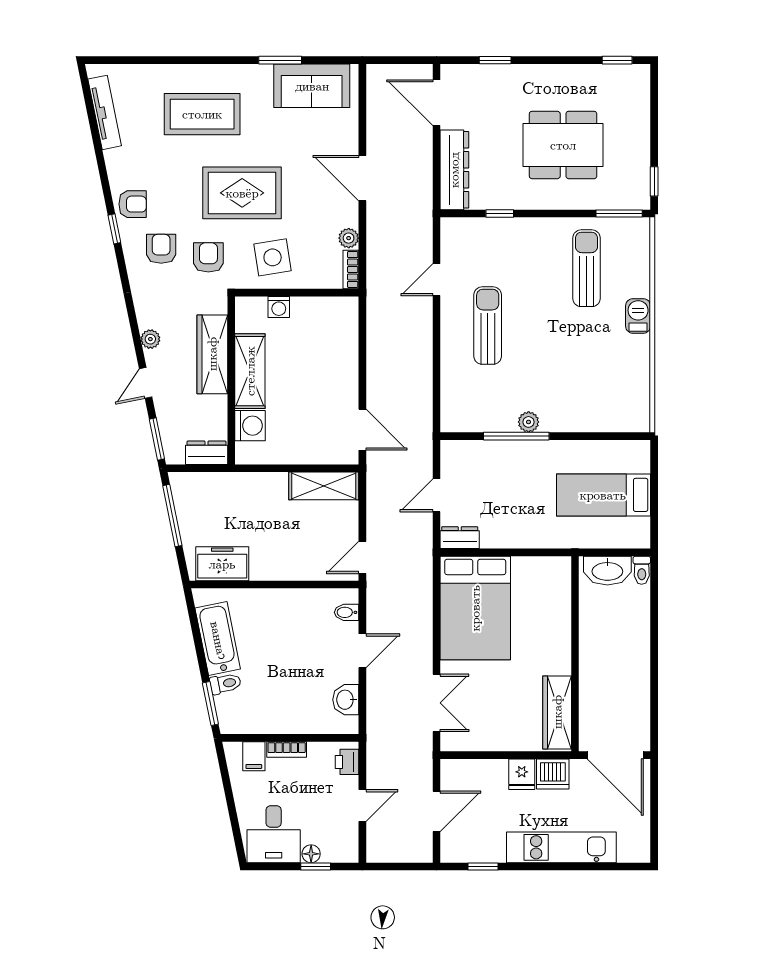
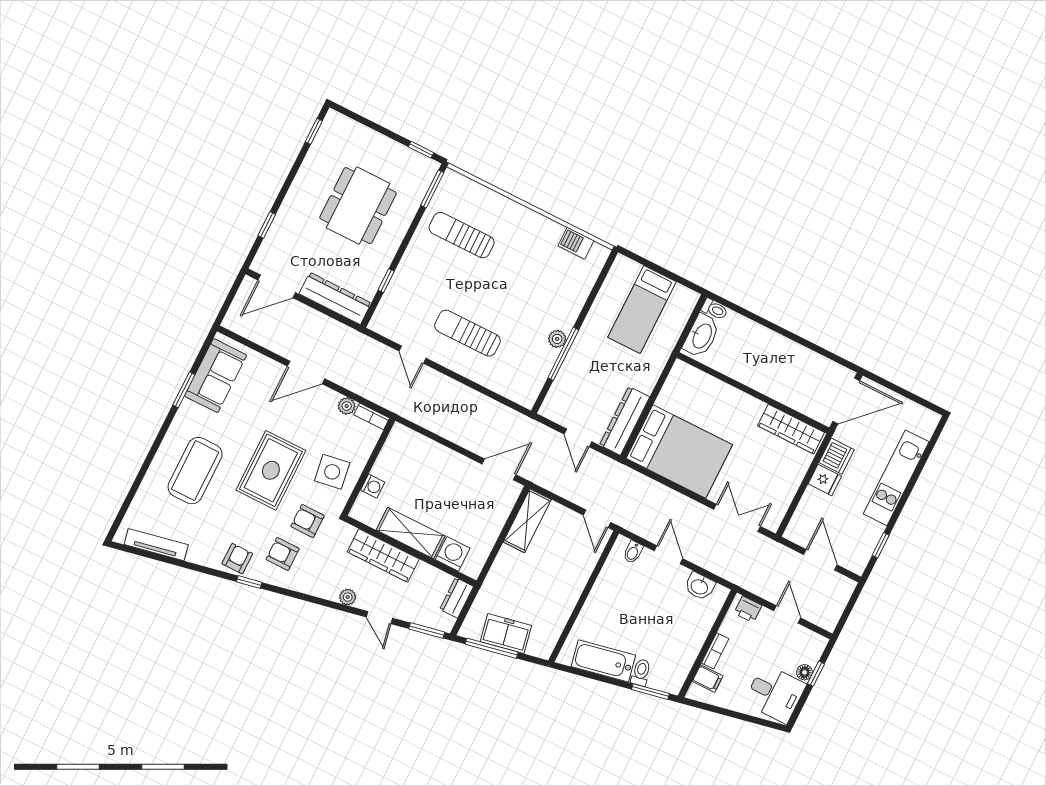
barbecue: (638, 316) -> (576, 243), moved
dresser: (460, 538) -> (625, 421), width x1.96, depth x1.24
freezer: (222, 564) -> (506, 634), moved, turned 79

